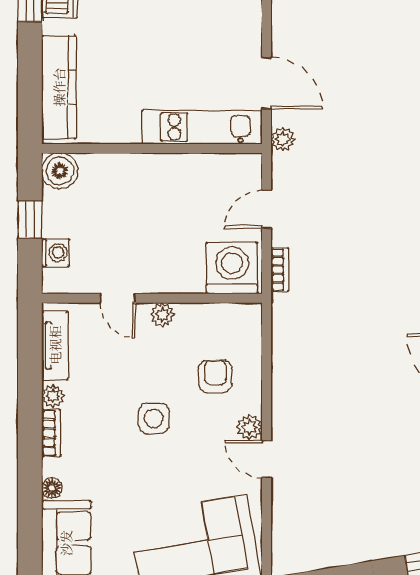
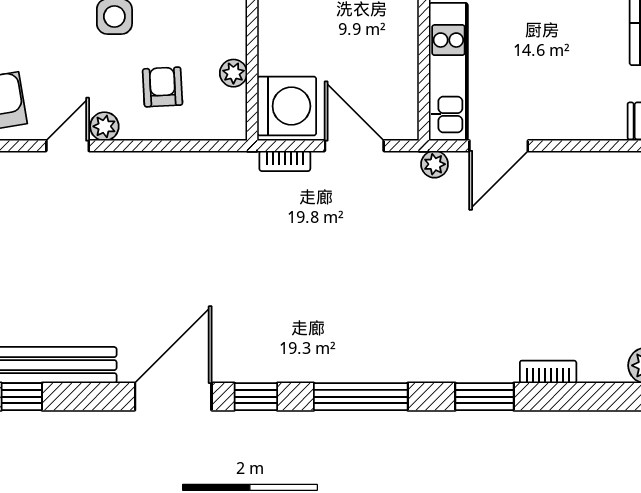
door: (267, 209) -> (354, 146), width x1.38
plant: (162, 315) -> (233, 73), moved
armchair: (215, 376) -> (163, 87), turned -93

